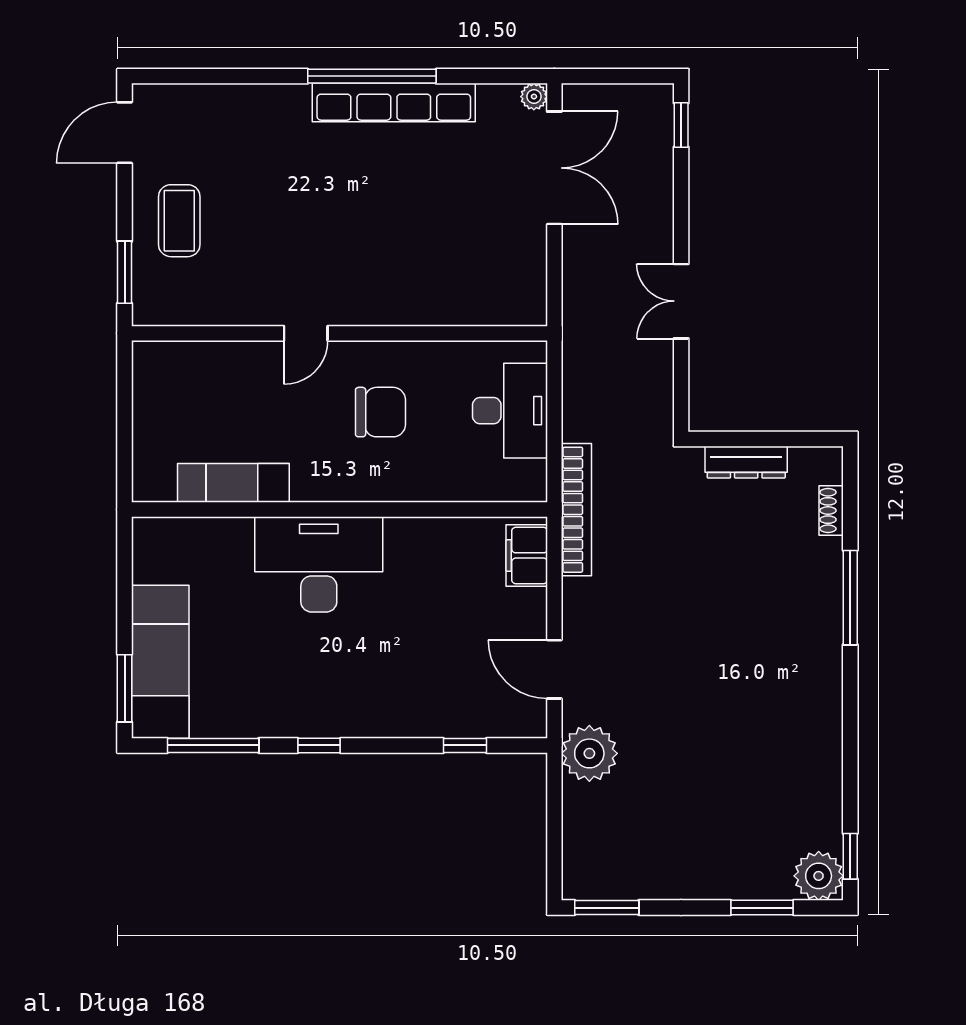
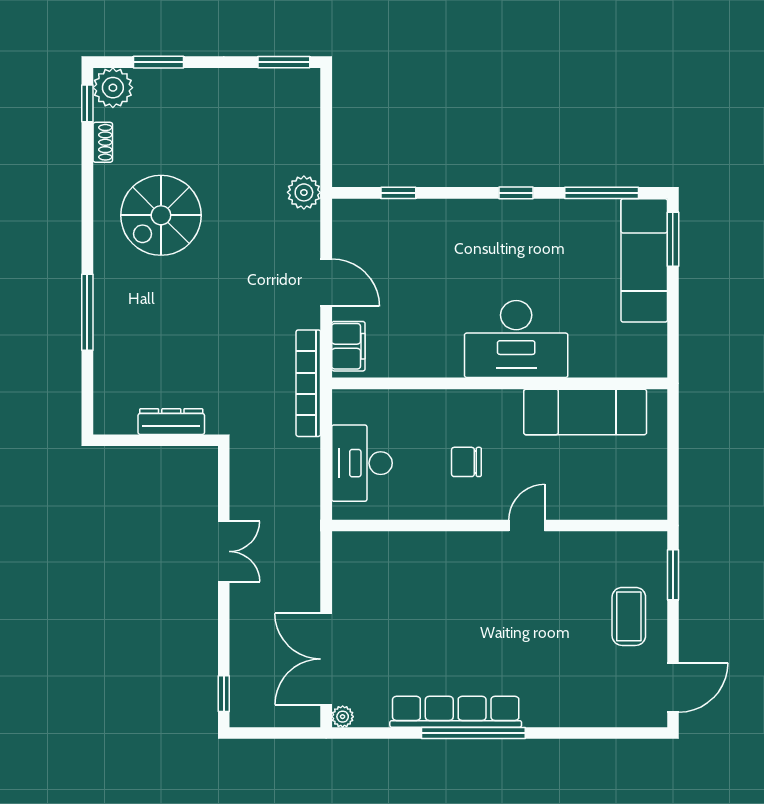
chair: (380, 412) -> (466, 462), width x0.73, depth x0.73
exam couch: (233, 483) -> (585, 412), width x1.36, depth x1.45
shoe rack: (831, 510) -> (103, 142), moved
door: (554, 669) -> (326, 283), moved
spiral stairs: (759, 718) -> (161, 215), added
plant: (589, 753) -> (304, 192), width x0.73, depth x0.73

